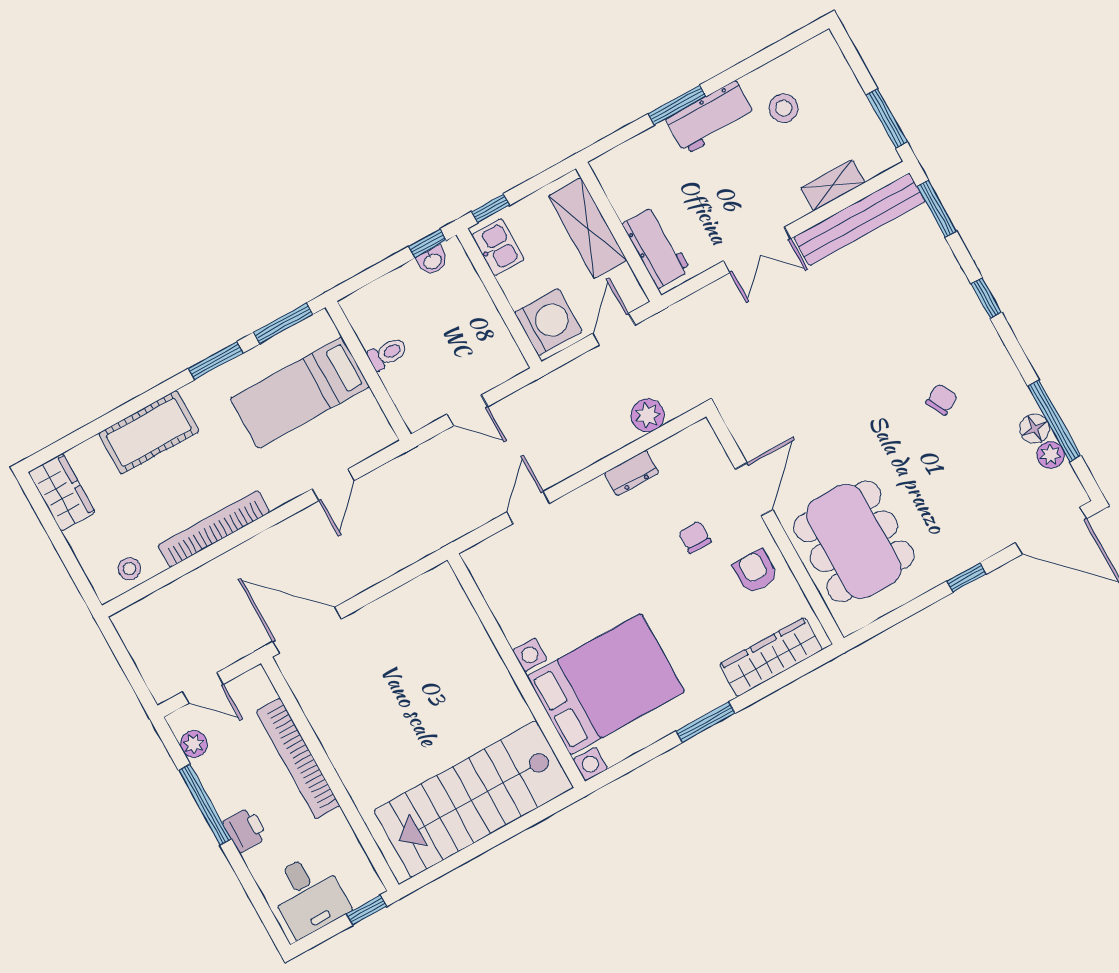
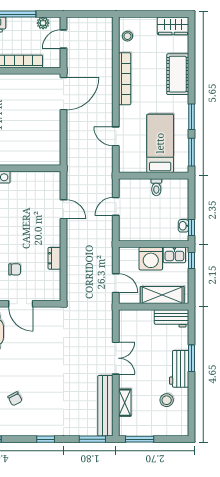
workbench: (656, 247) -> (172, 318), moved
double door: (757, 250) -> (116, 358), swing flipped
washing machine: (548, 322) -> (151, 258), moved
plant: (648, 415) -> (74, 278), removed

